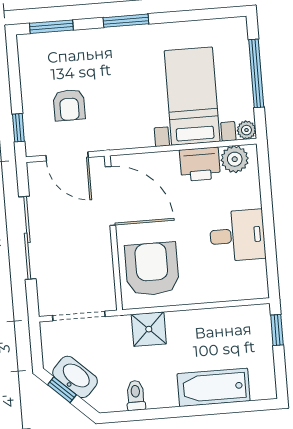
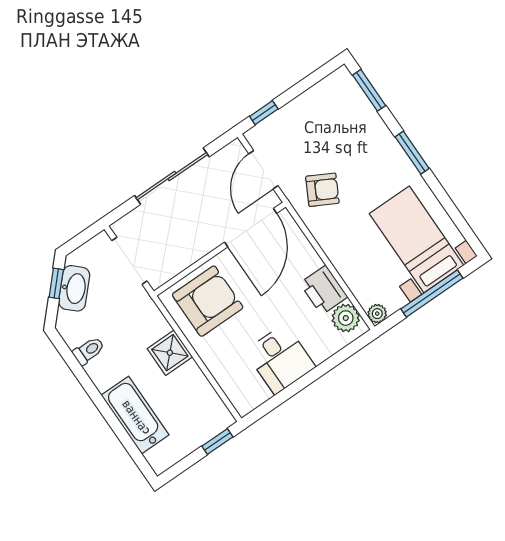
bed with nightstands: (192, 96) -> (417, 239), moved, turned -90
armchair: (69, 105) -> (322, 190), moved, turned -152
shower: (149, 329) -> (170, 353), moved

